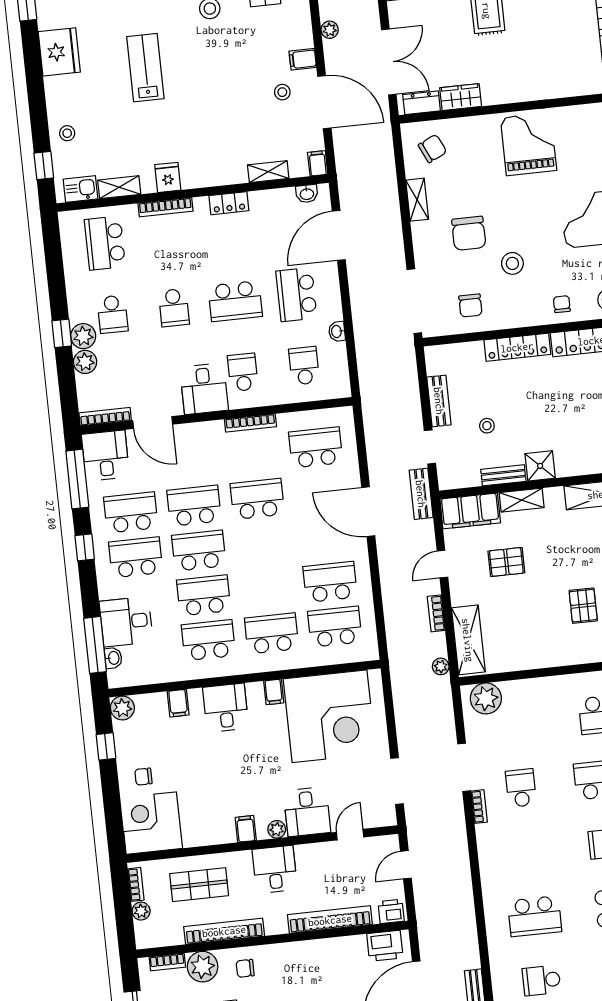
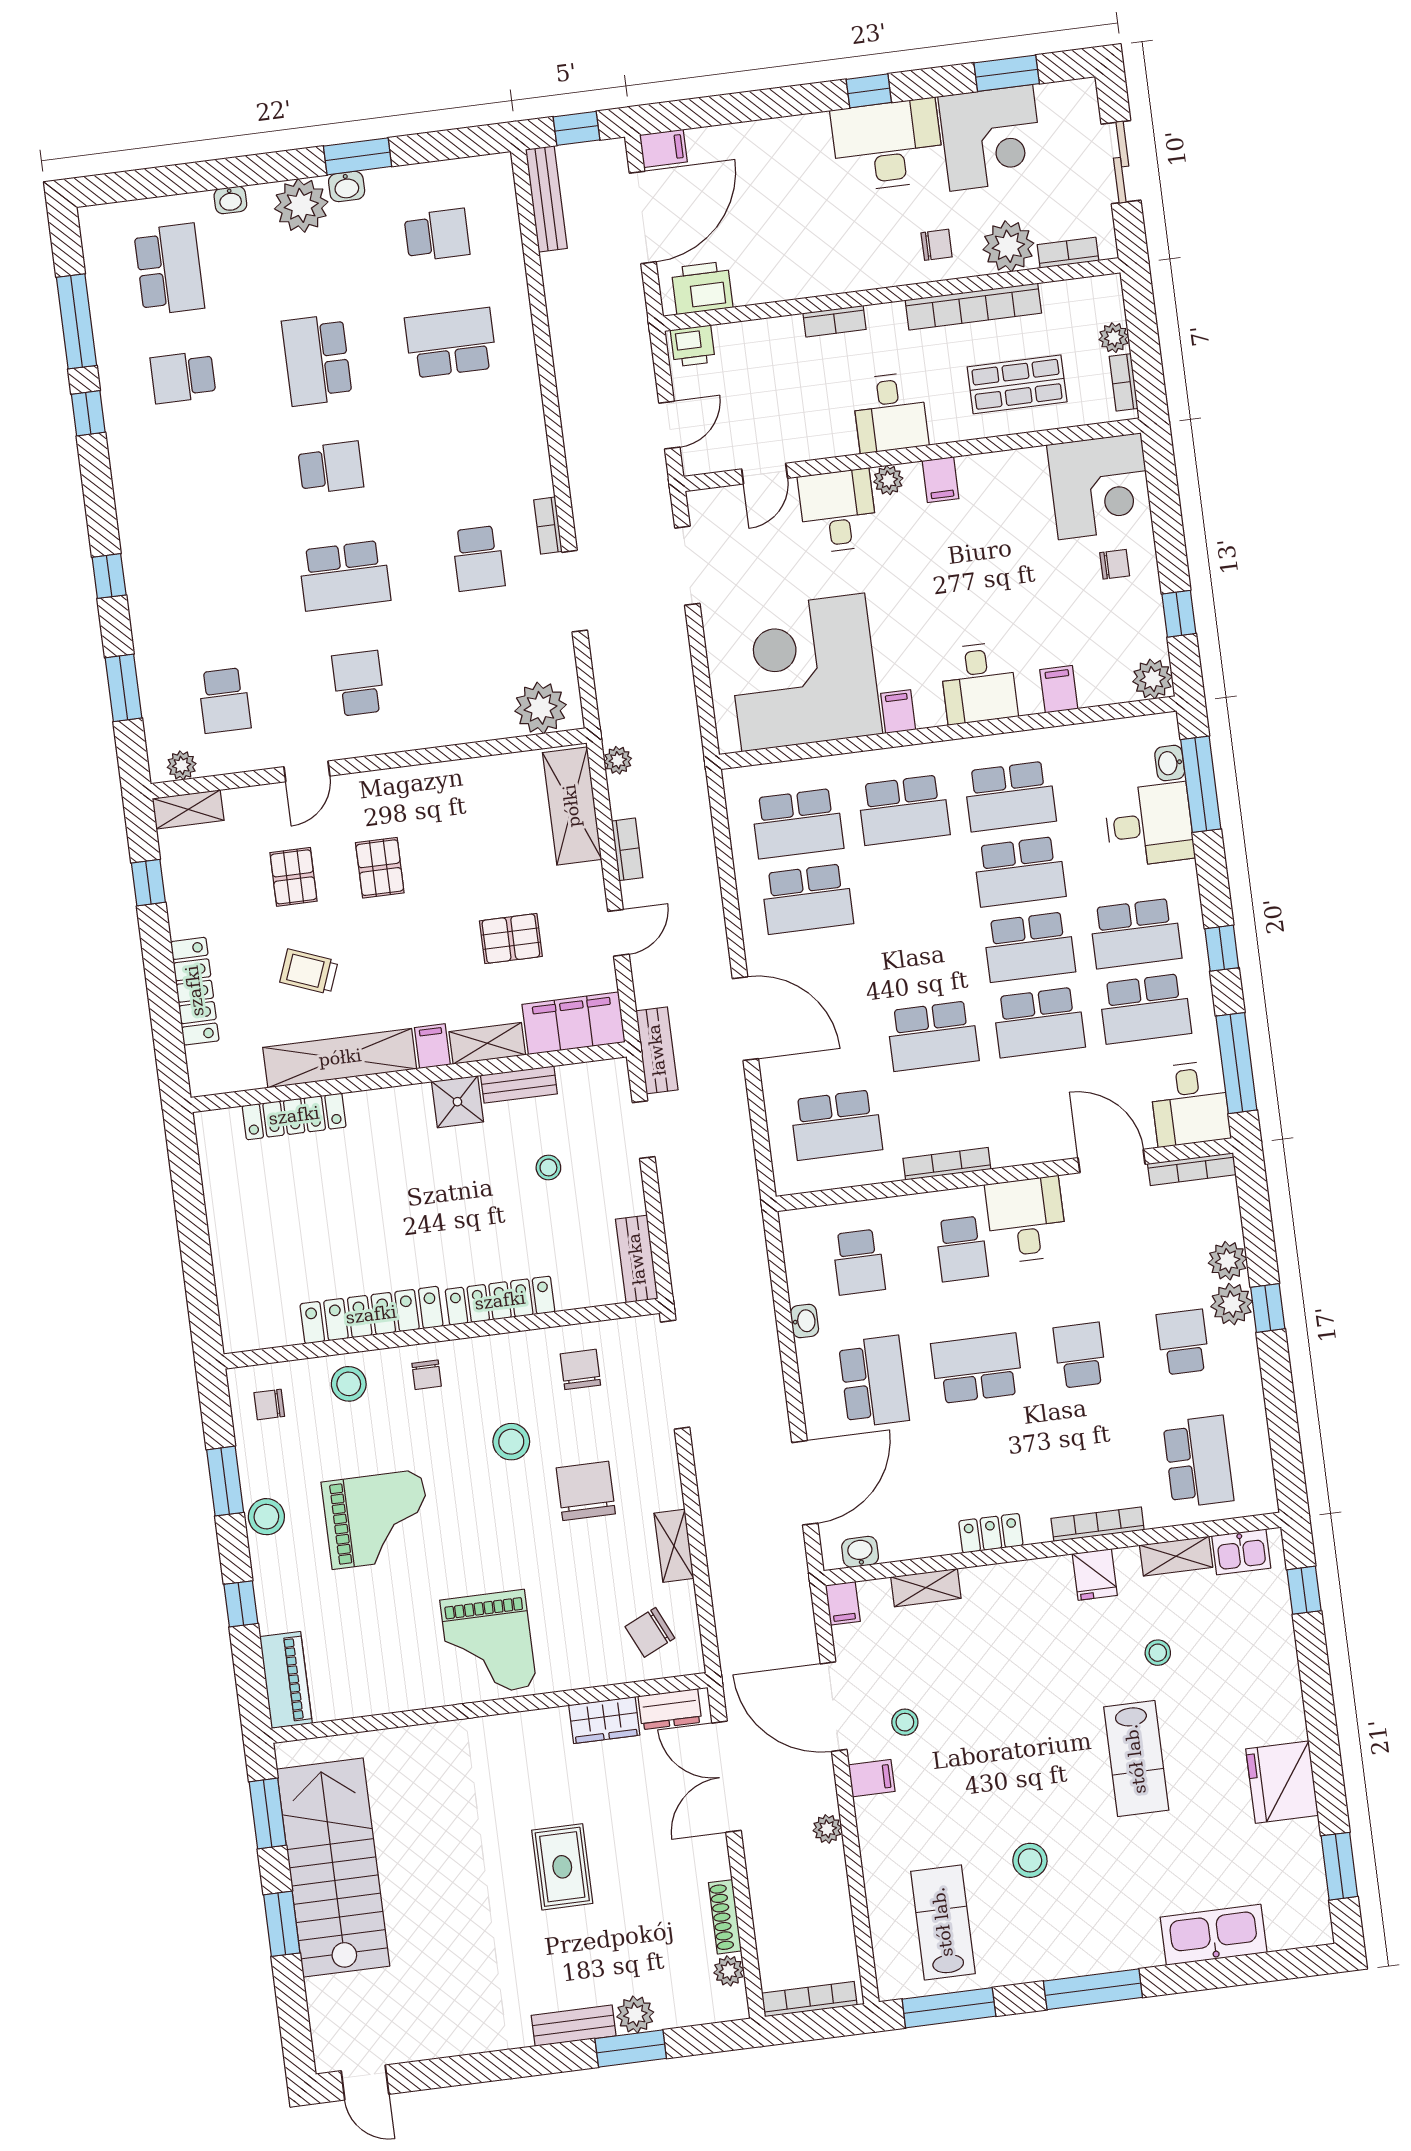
stool: (67, 133) -> (1158, 1653), moved
bench: (439, 401) -> (637, 1259), moved
filing cabinet: (554, 499) -> (432, 1046), added
bookcase: (330, 920) -> (835, 321), width x0.43, depth x0.76

